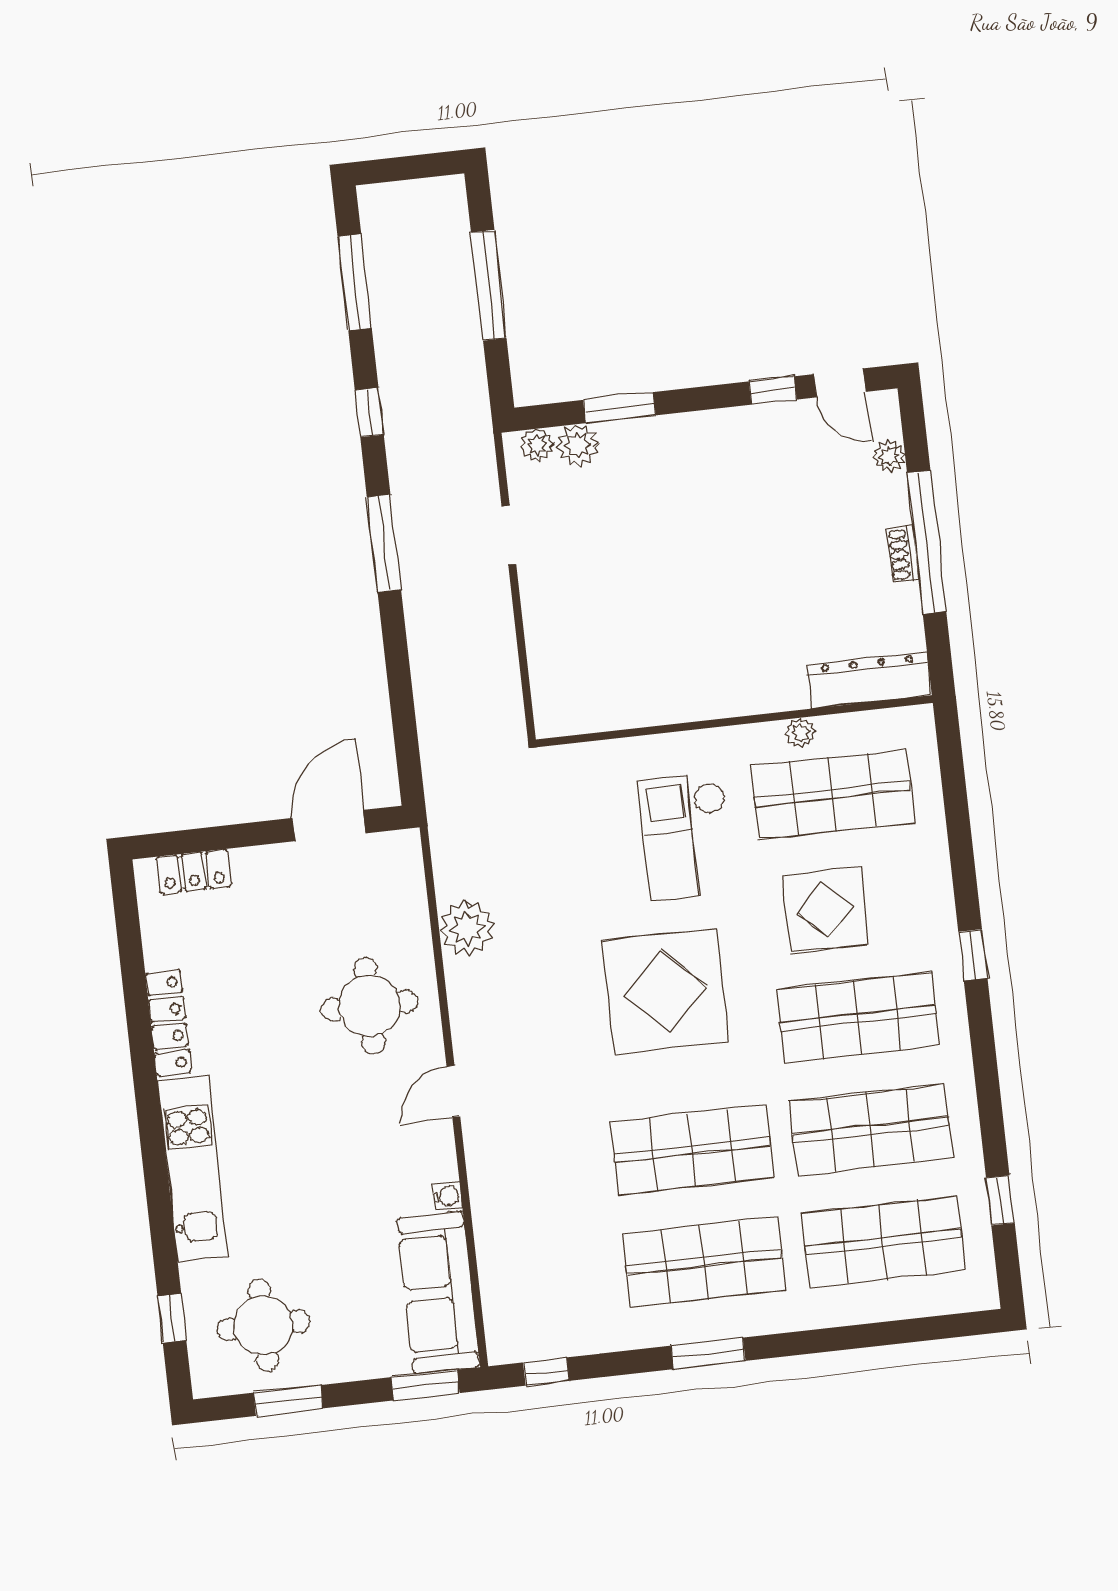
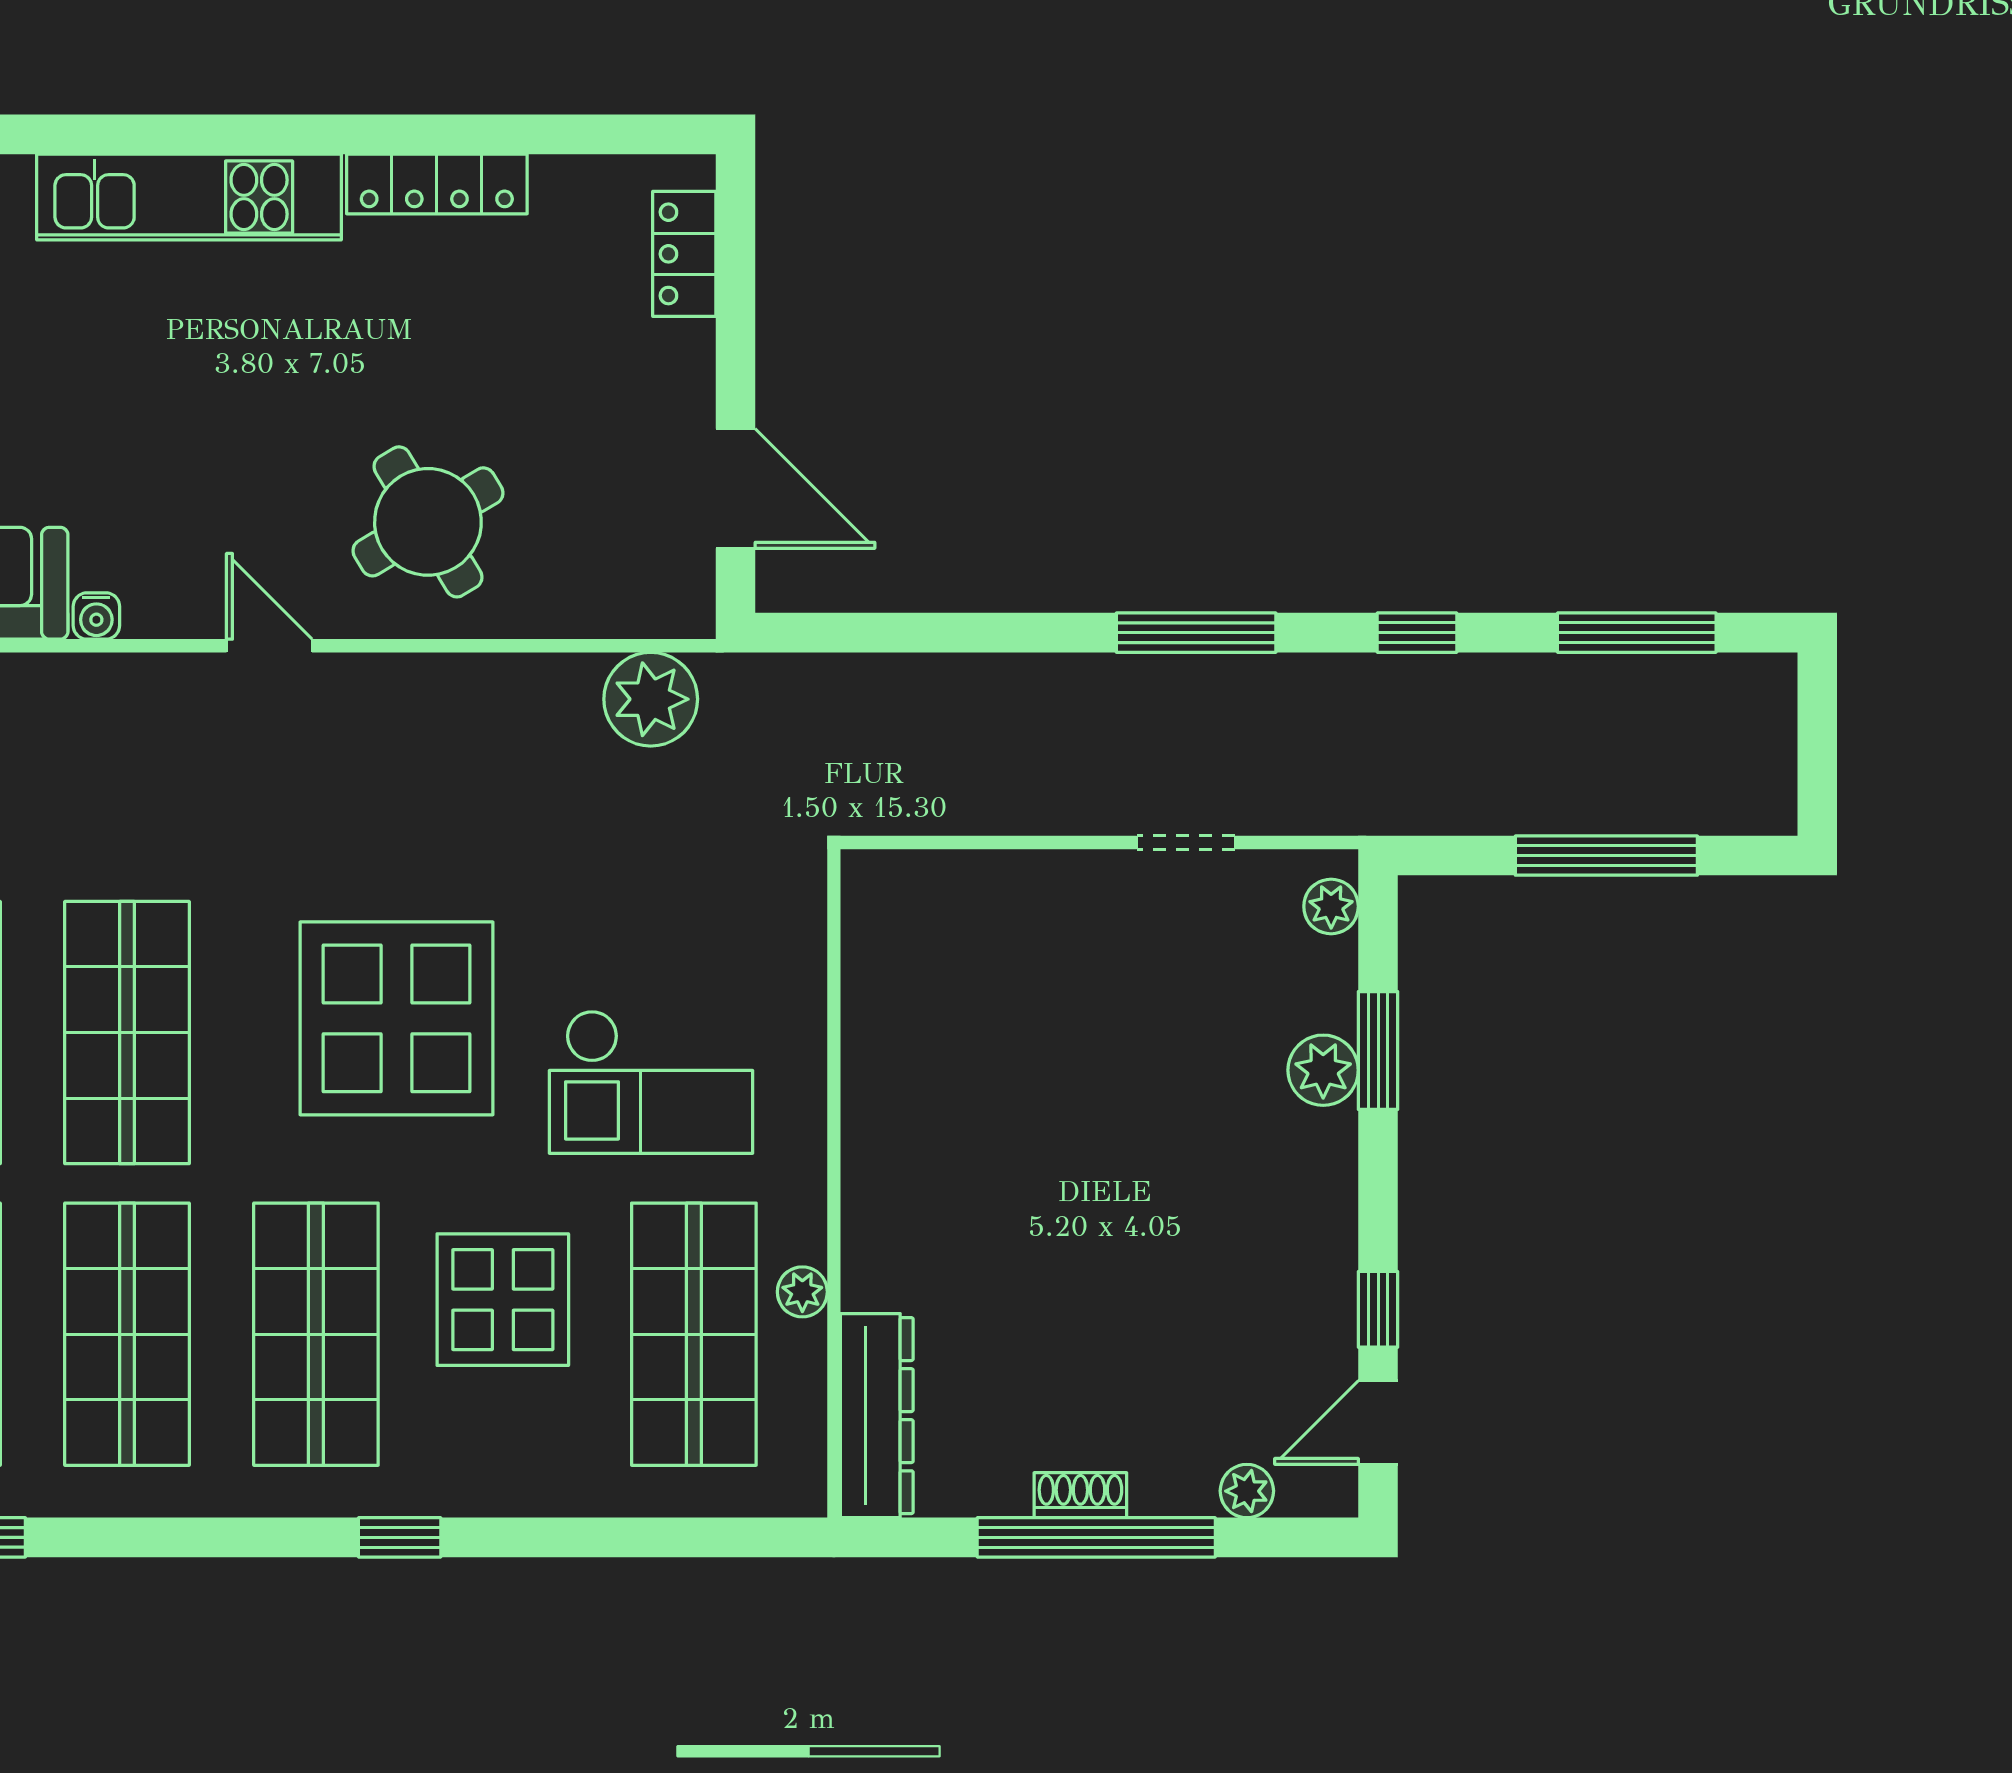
plant: (578, 445) -> (1323, 1070), moved
checkout: (686, 836) -> (651, 1082), turned 180
plant: (467, 928) -> (651, 699), moved
round table: (369, 1006) -> (428, 522), turned -31

